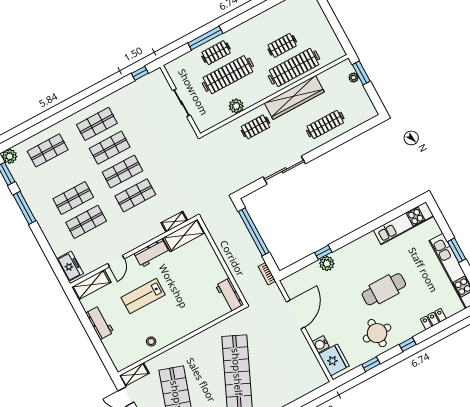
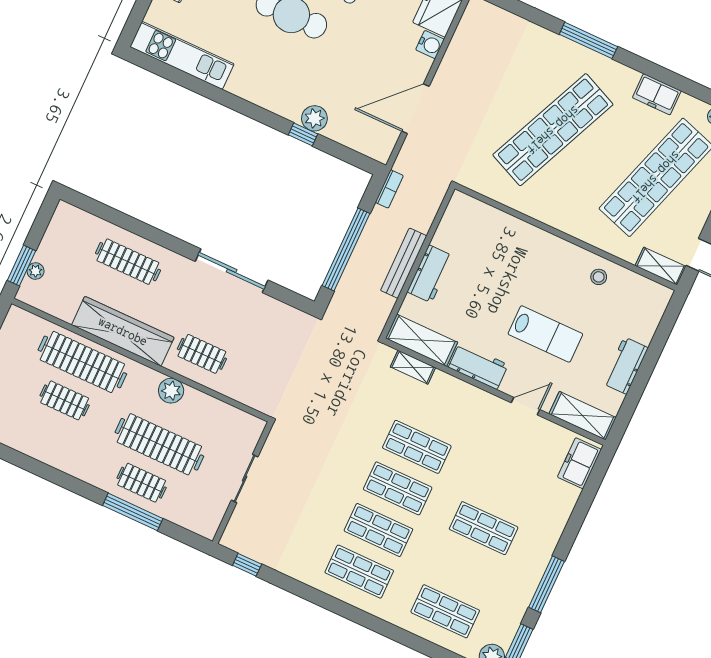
plant: (236, 106) -> (171, 391), moved
shop shelf: (86, 222) -> (503, 487), removed
bench: (227, 254) -> (404, 263), added
workbench: (230, 295) -> (430, 274), moved

